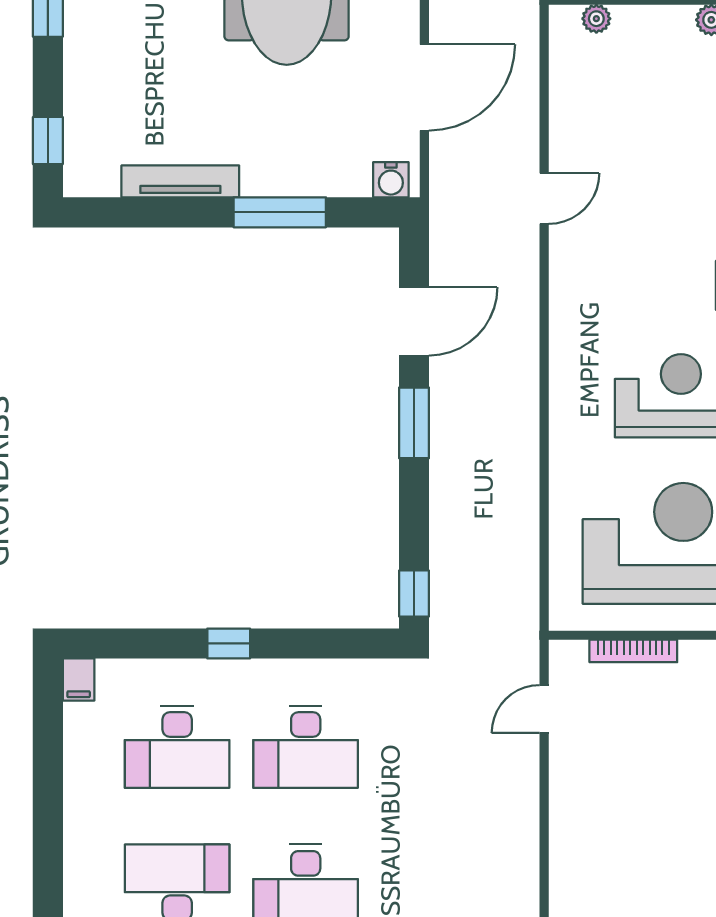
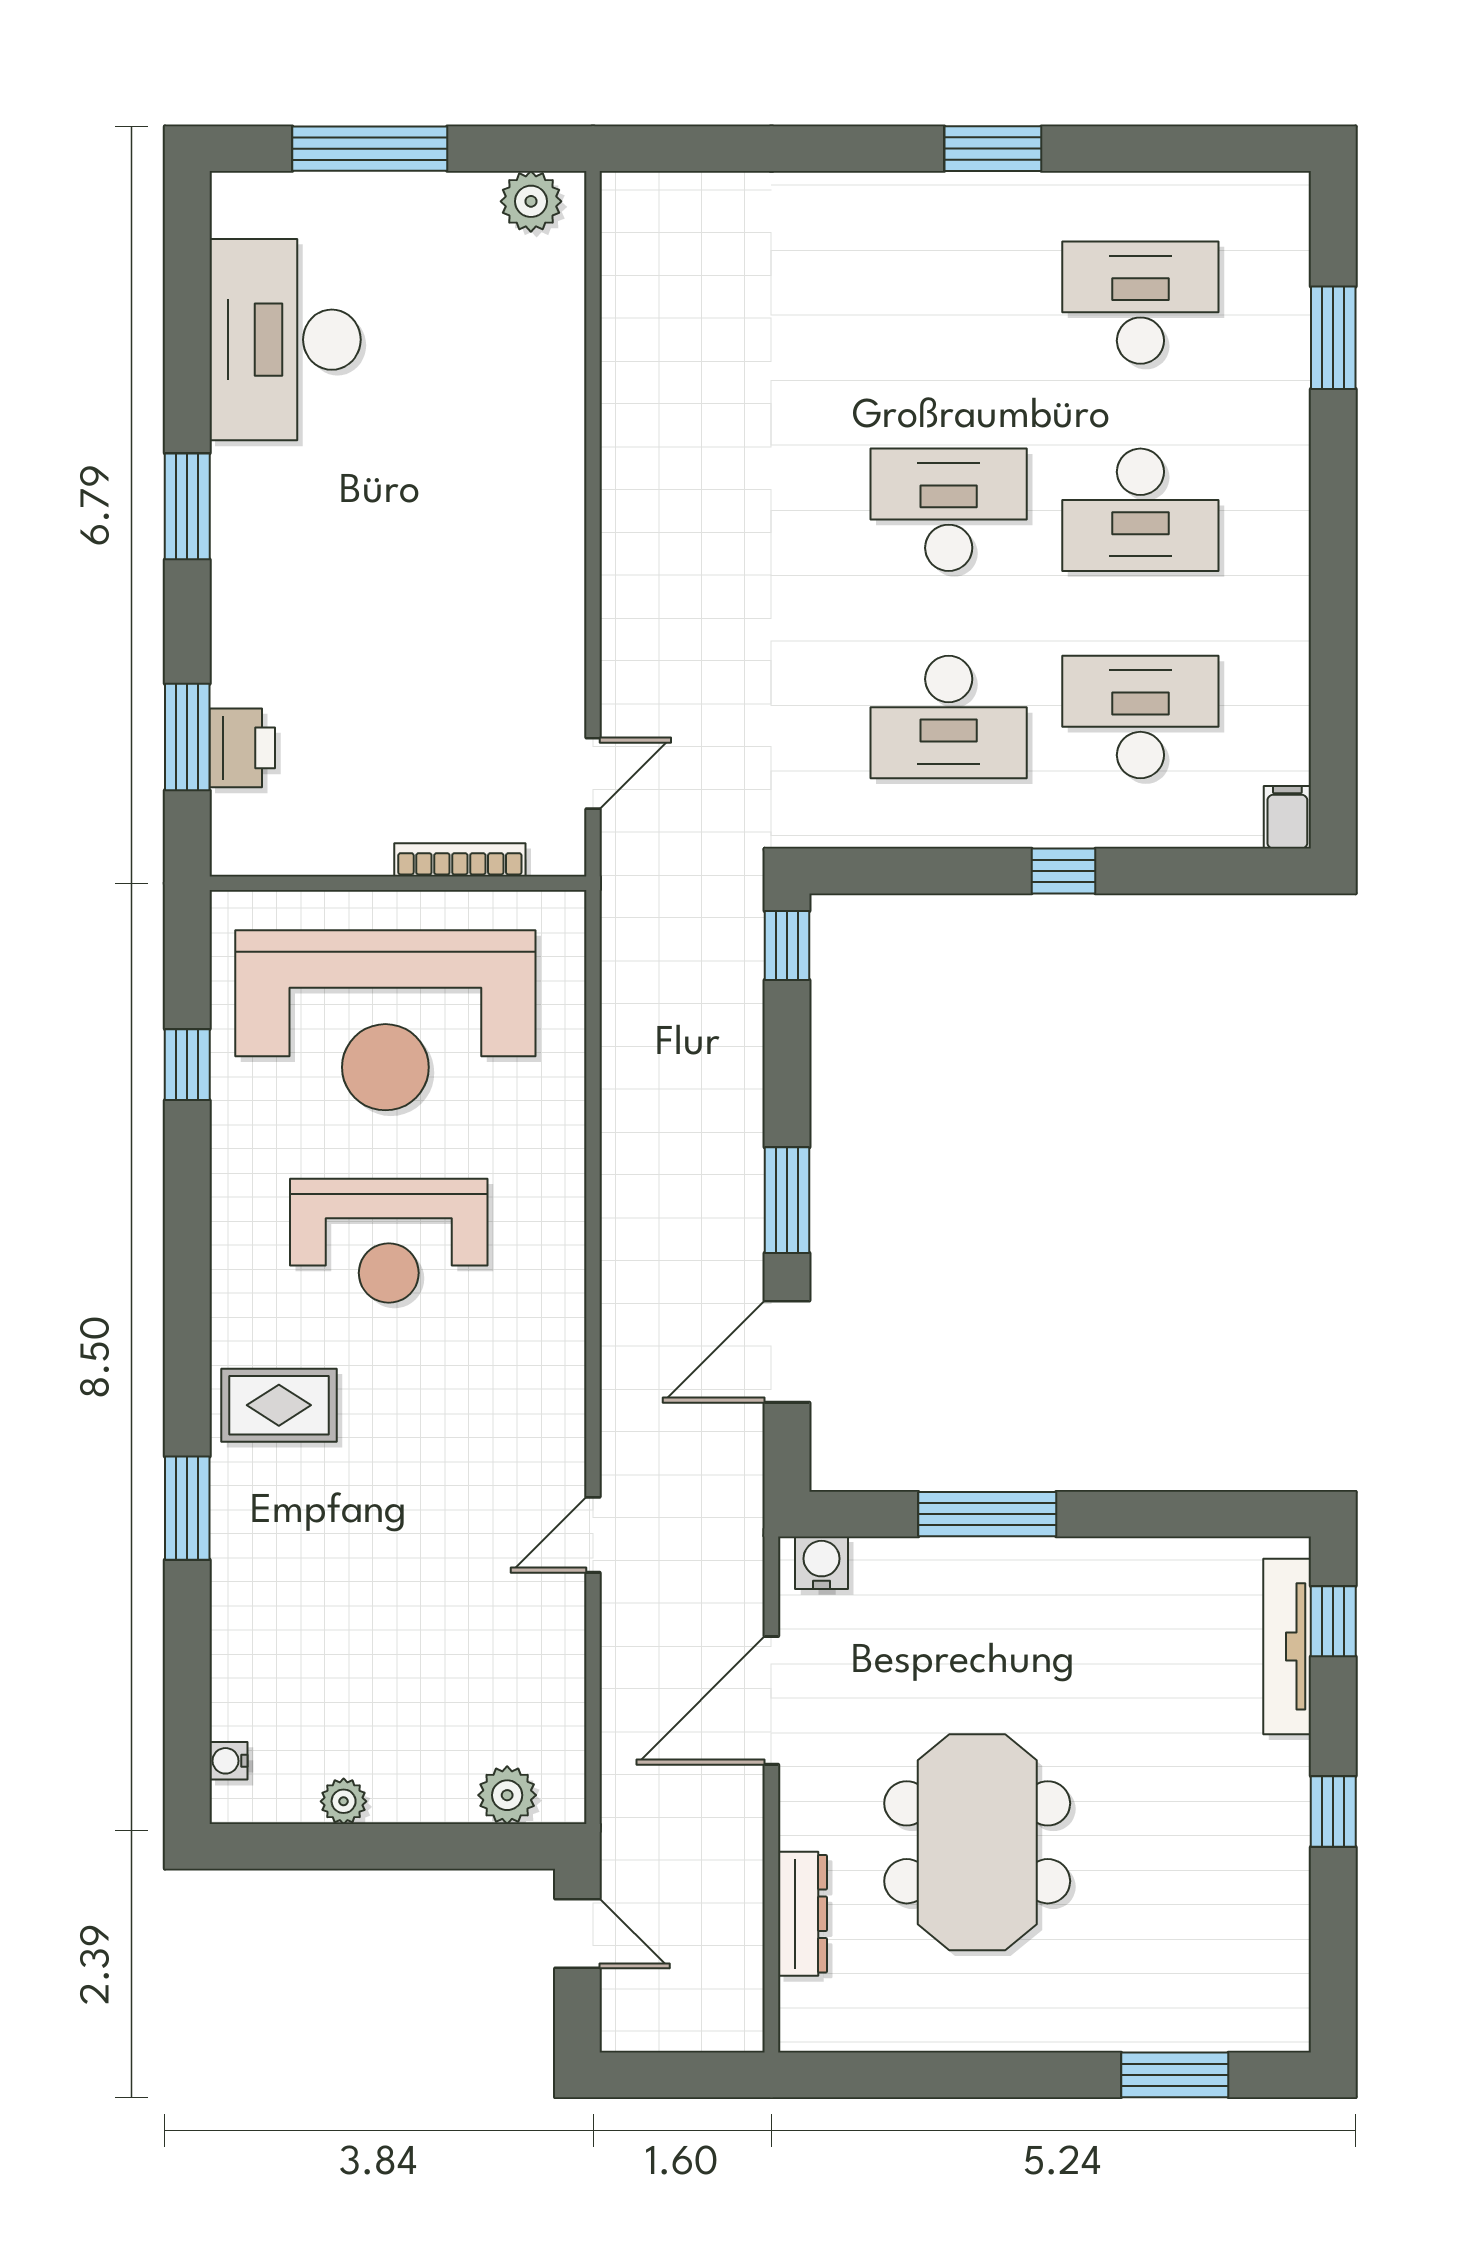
plant: (596, 19) -> (507, 1795), width x1.38, depth x1.38
tv unit: (180, 181) -> (1287, 1646), moved, turned 90
desk: (306, 747) -> (949, 717), turned 180

